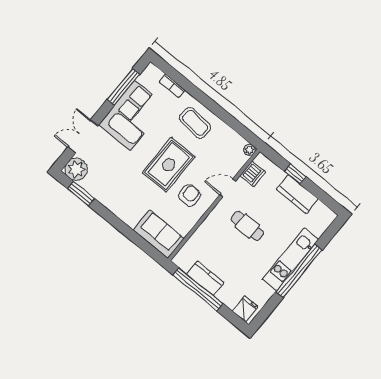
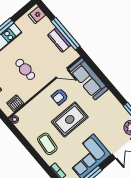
door: (228, 188) -> (62, 73), moved
sofa: (159, 234) -> (88, 79), width x1.36

